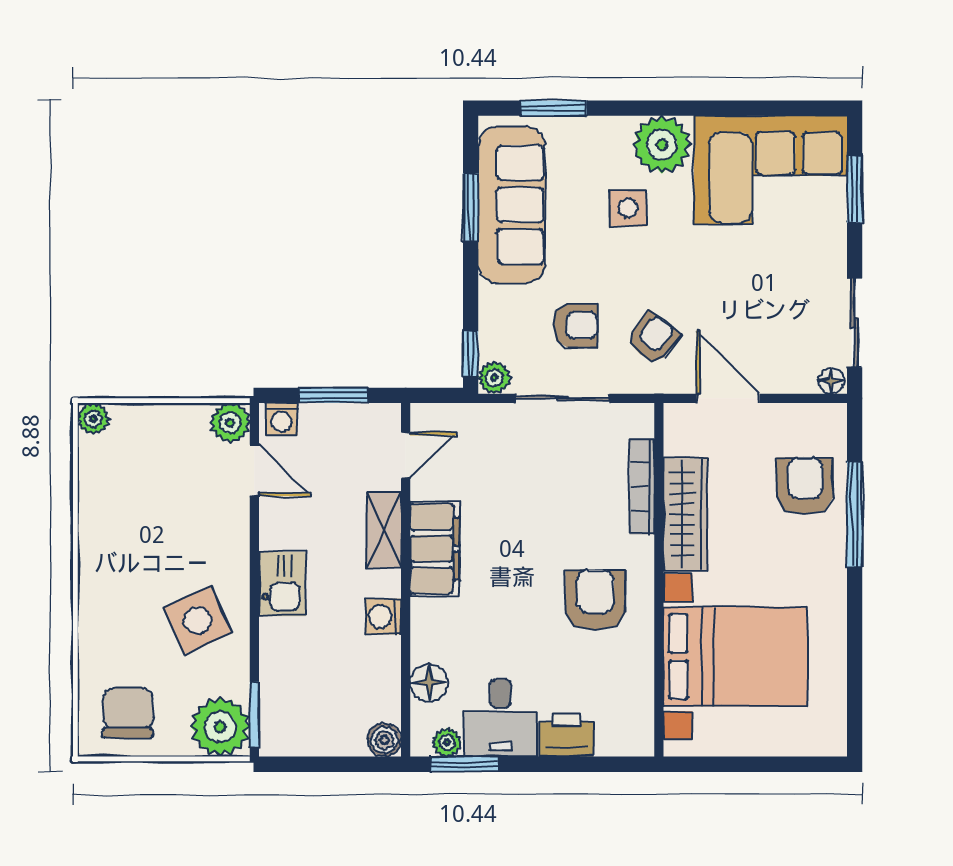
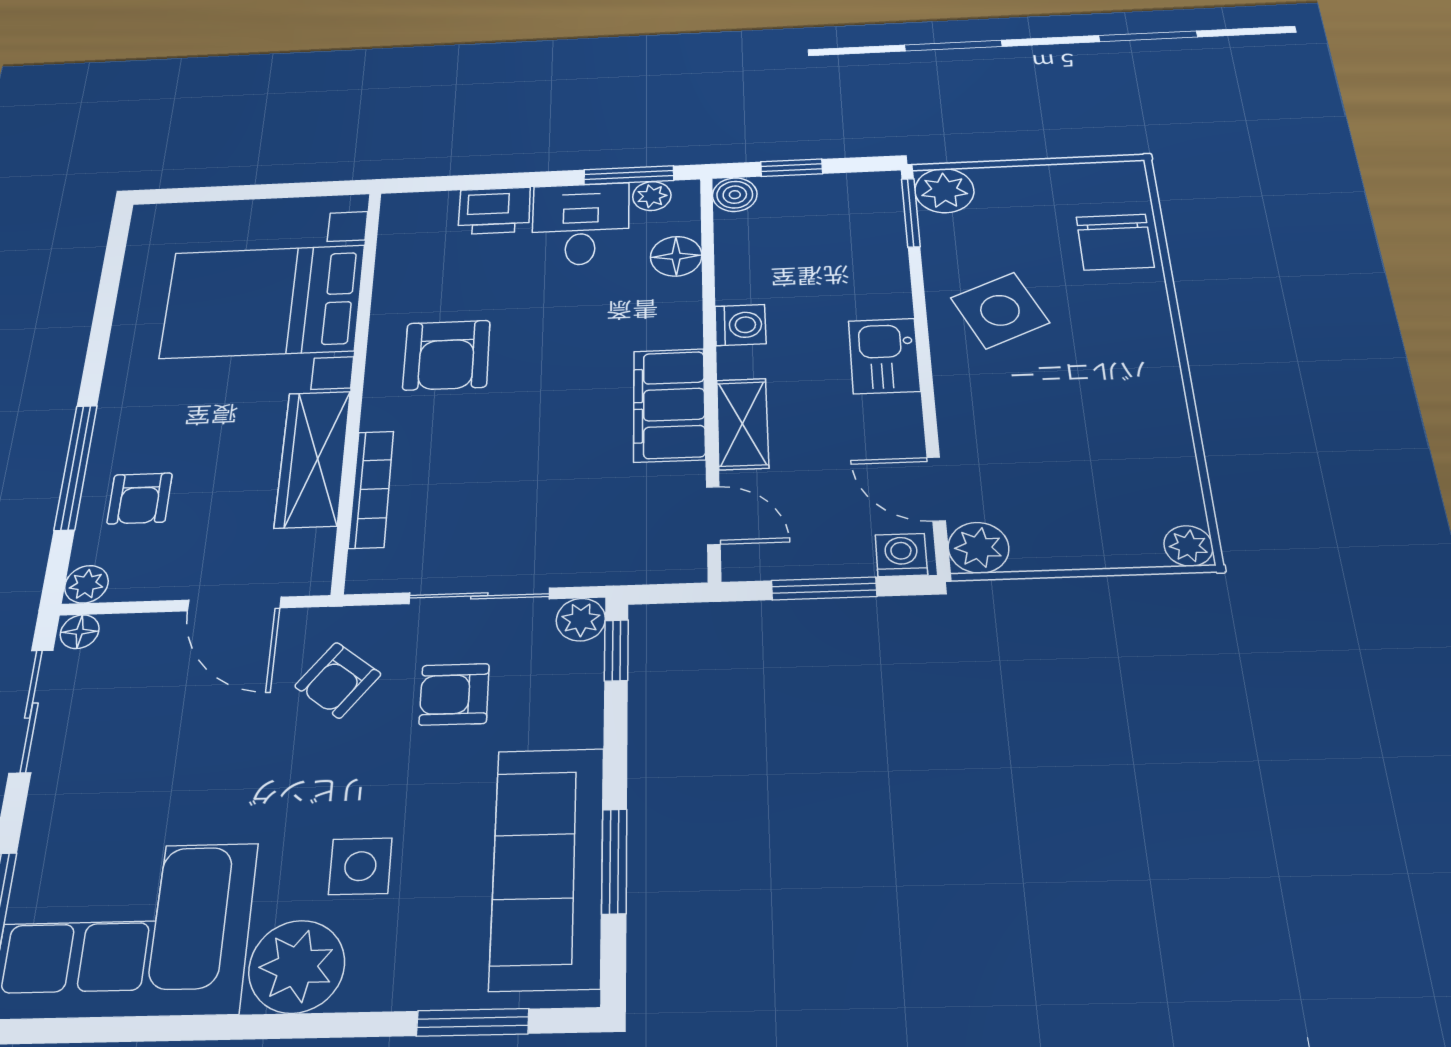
plant: (832, 418) -> (86, 584), added
door: (406, 455) -> (713, 516), swing flipped
armchair: (805, 486) -> (140, 498), width x0.72, depth x0.72
chair: (128, 713) -> (1115, 242), moved
plant: (220, 727) -> (944, 191), width x0.73, depth x0.73
window: (341, 764) -> (792, 168), added

